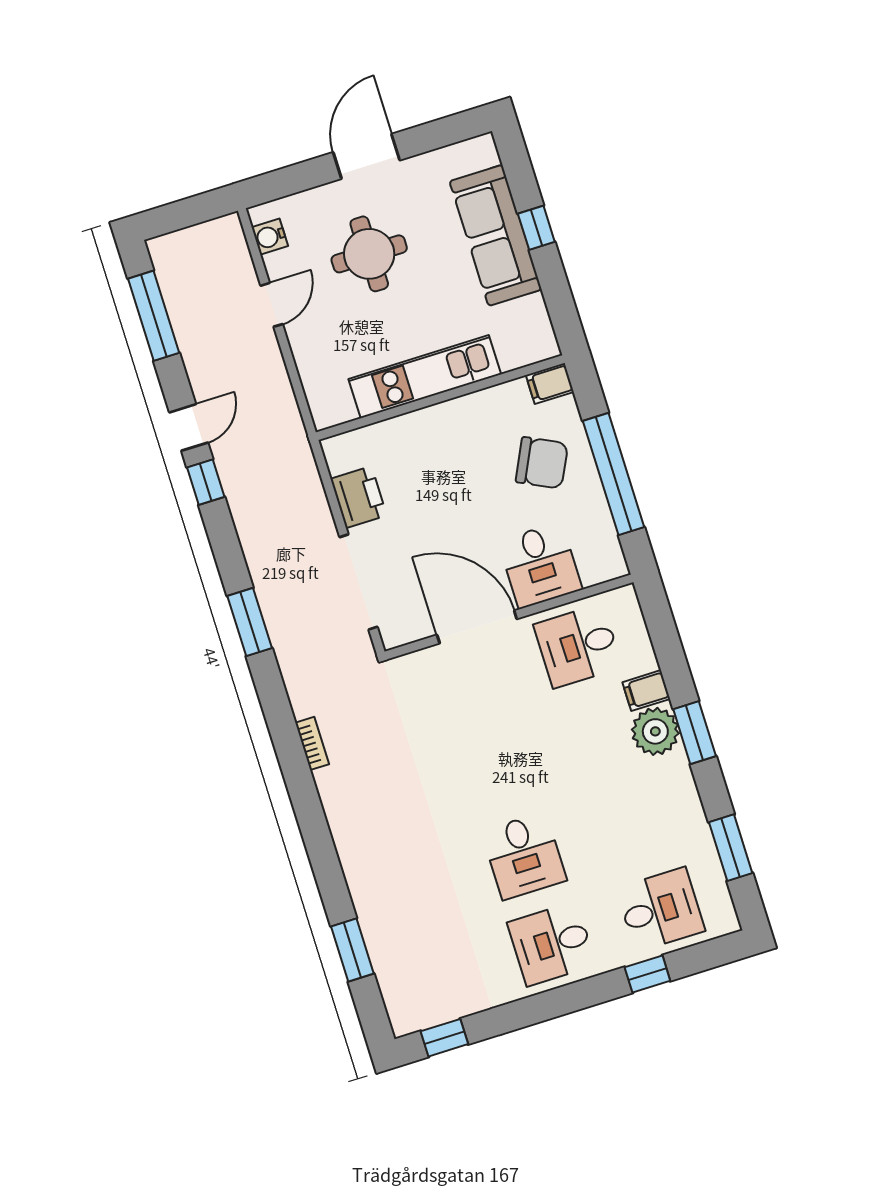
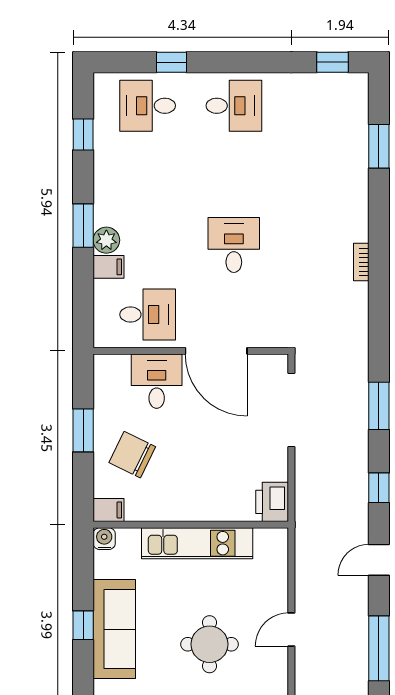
water cooler: (270, 237) -> (104, 539), moved, turned -90
window: (614, 474) -> (83, 430), width x0.47
window: (206, 482) -> (379, 488), moved
printer: (359, 497) -> (272, 502), moved
plant: (655, 731) -> (106, 240), width x0.73, depth x0.73
bookcase: (312, 743) -> (361, 262), moved
window: (731, 848) -> (83, 135), width x0.67
desk: (524, 856) -> (234, 245), moved

